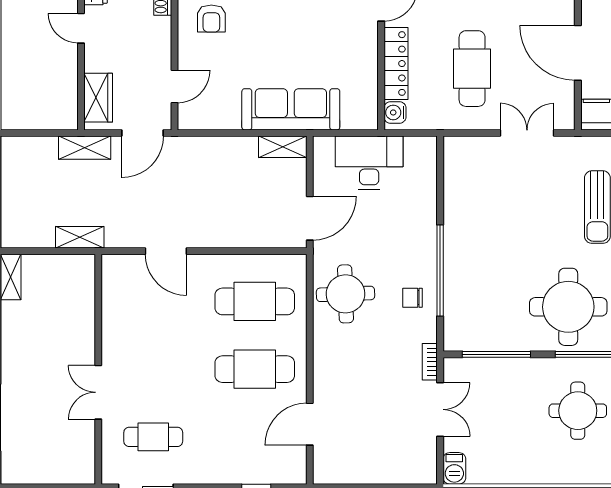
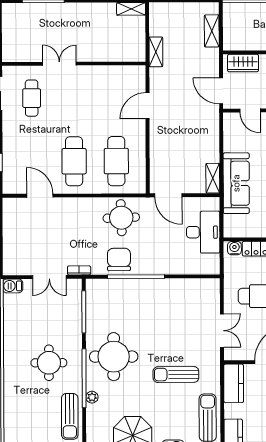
shelving: (85, 148) -> (212, 31), moved
chair: (413, 298) -> (119, 259), width x1.87, depth x1.87

